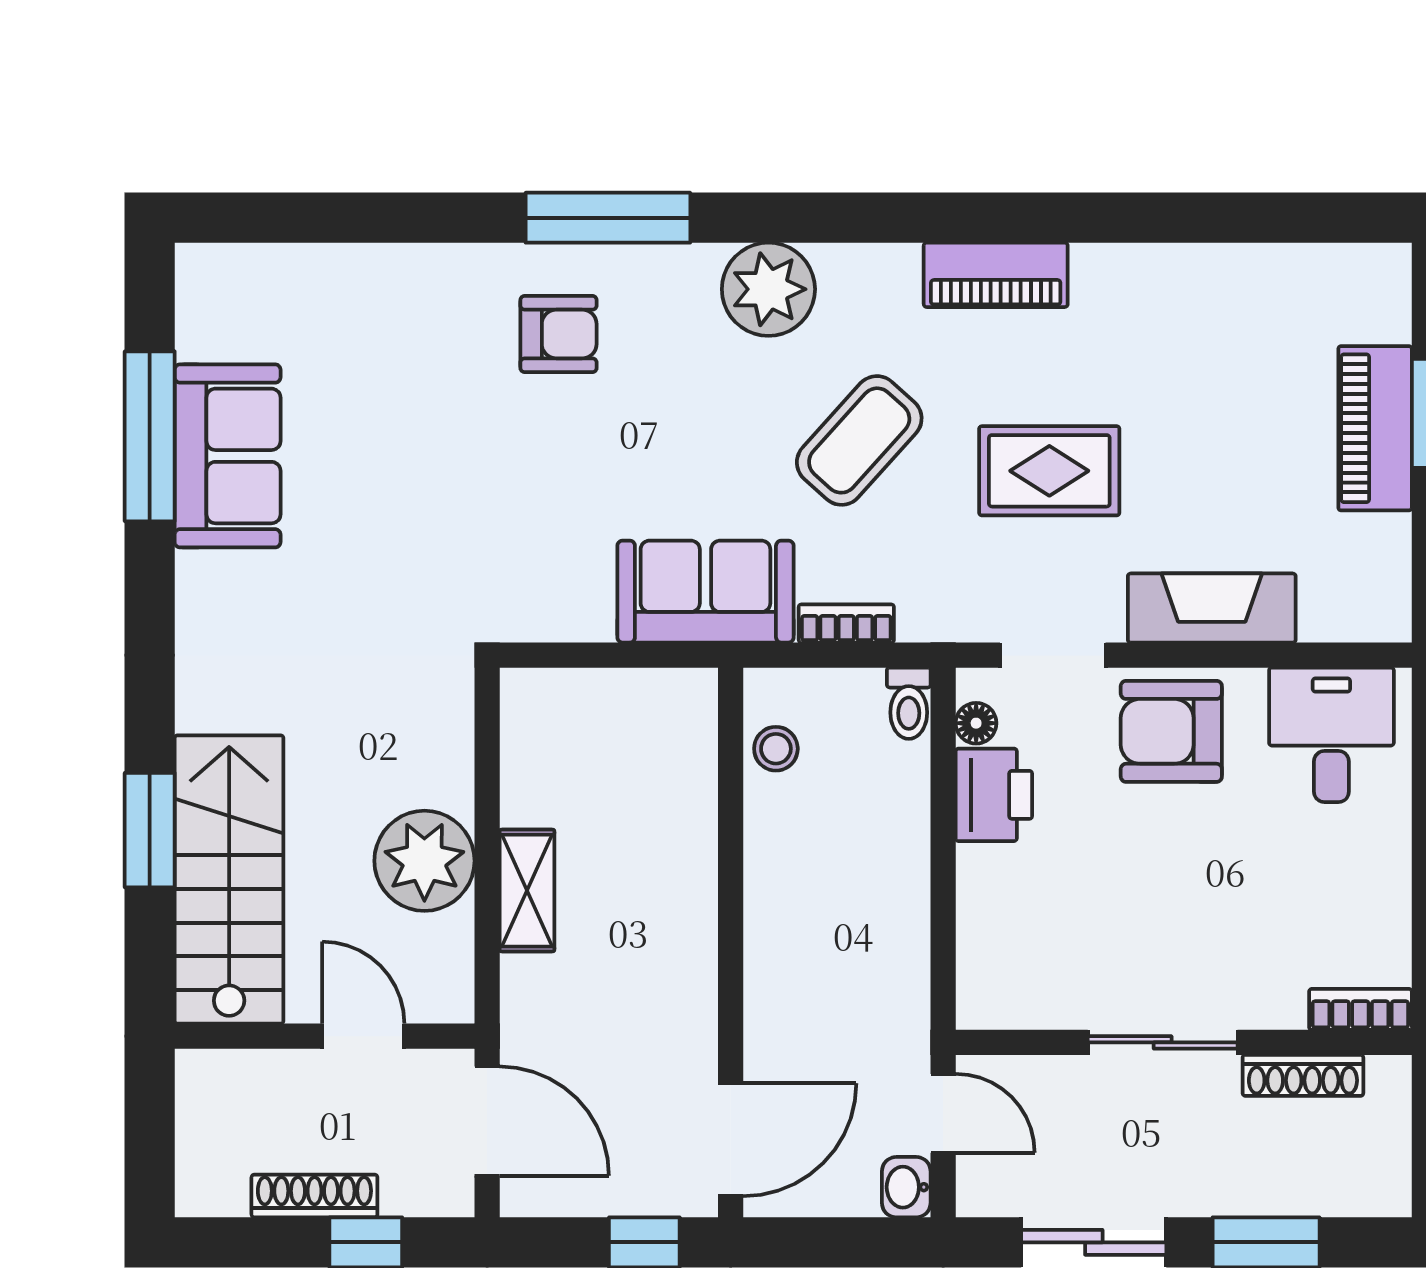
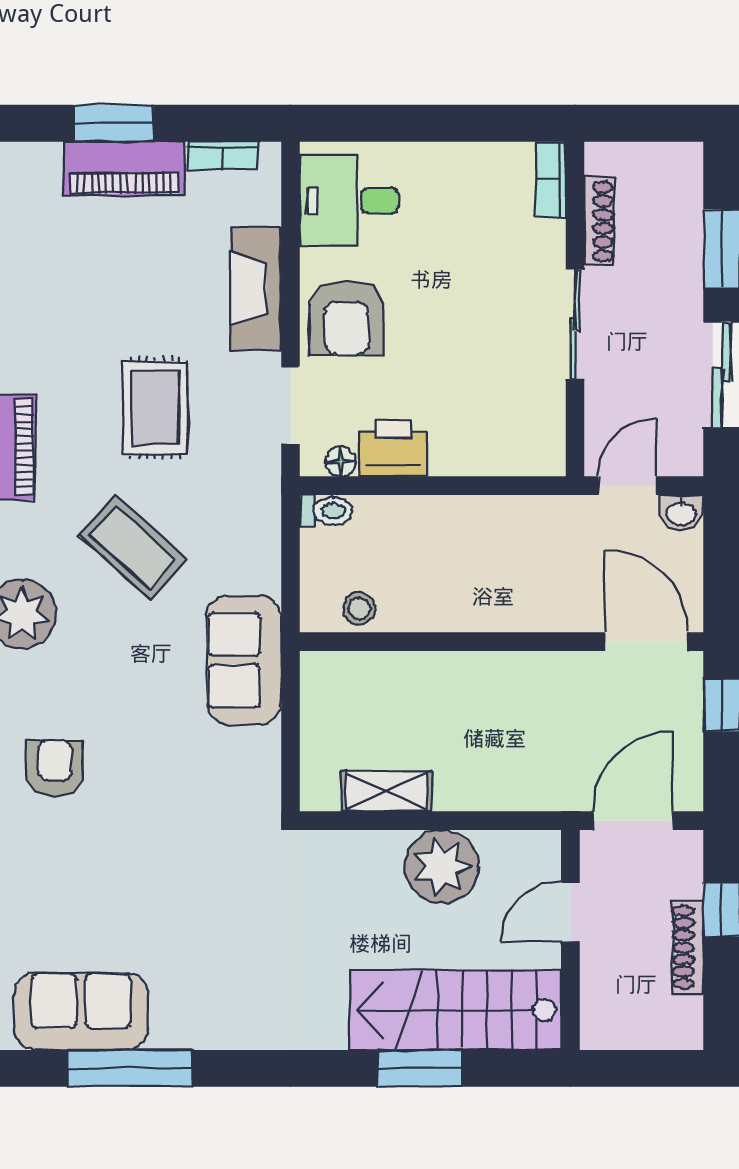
sofa: (228, 456) -> (81, 1011), moved
bookcase: (846, 623) -> (223, 156), moved, turned -90
shelving: (527, 891) -> (386, 791), moved

